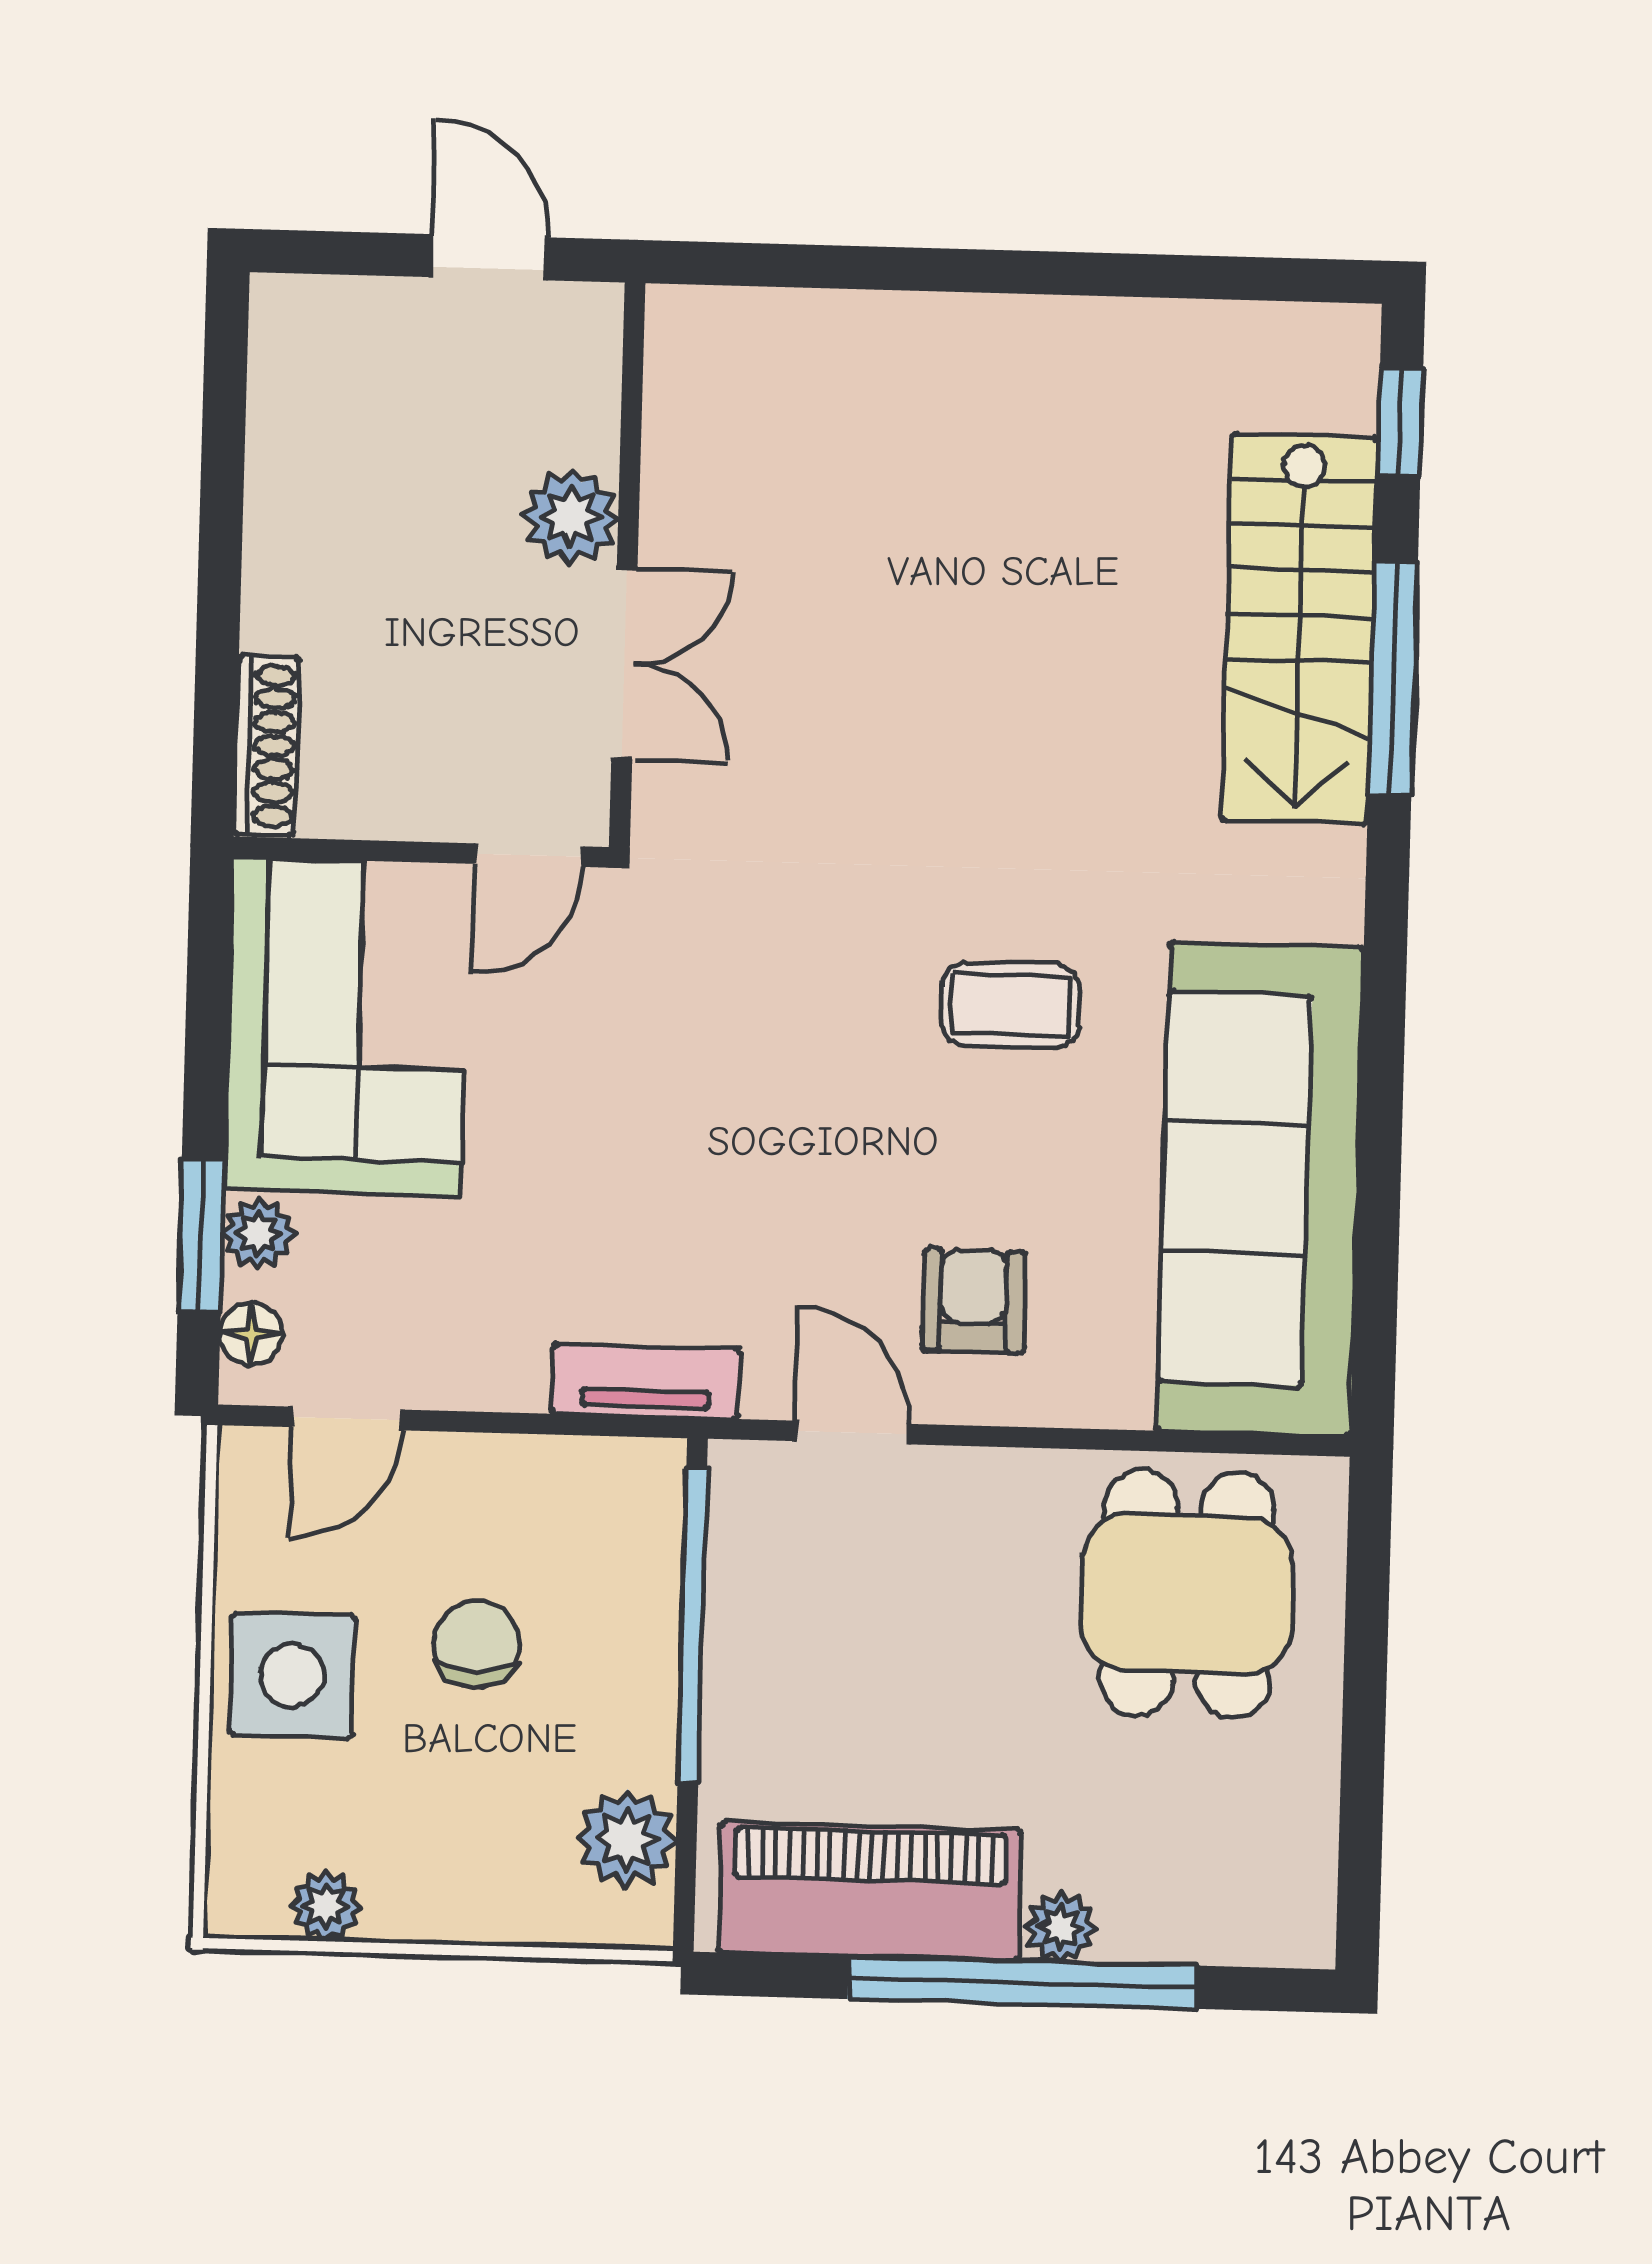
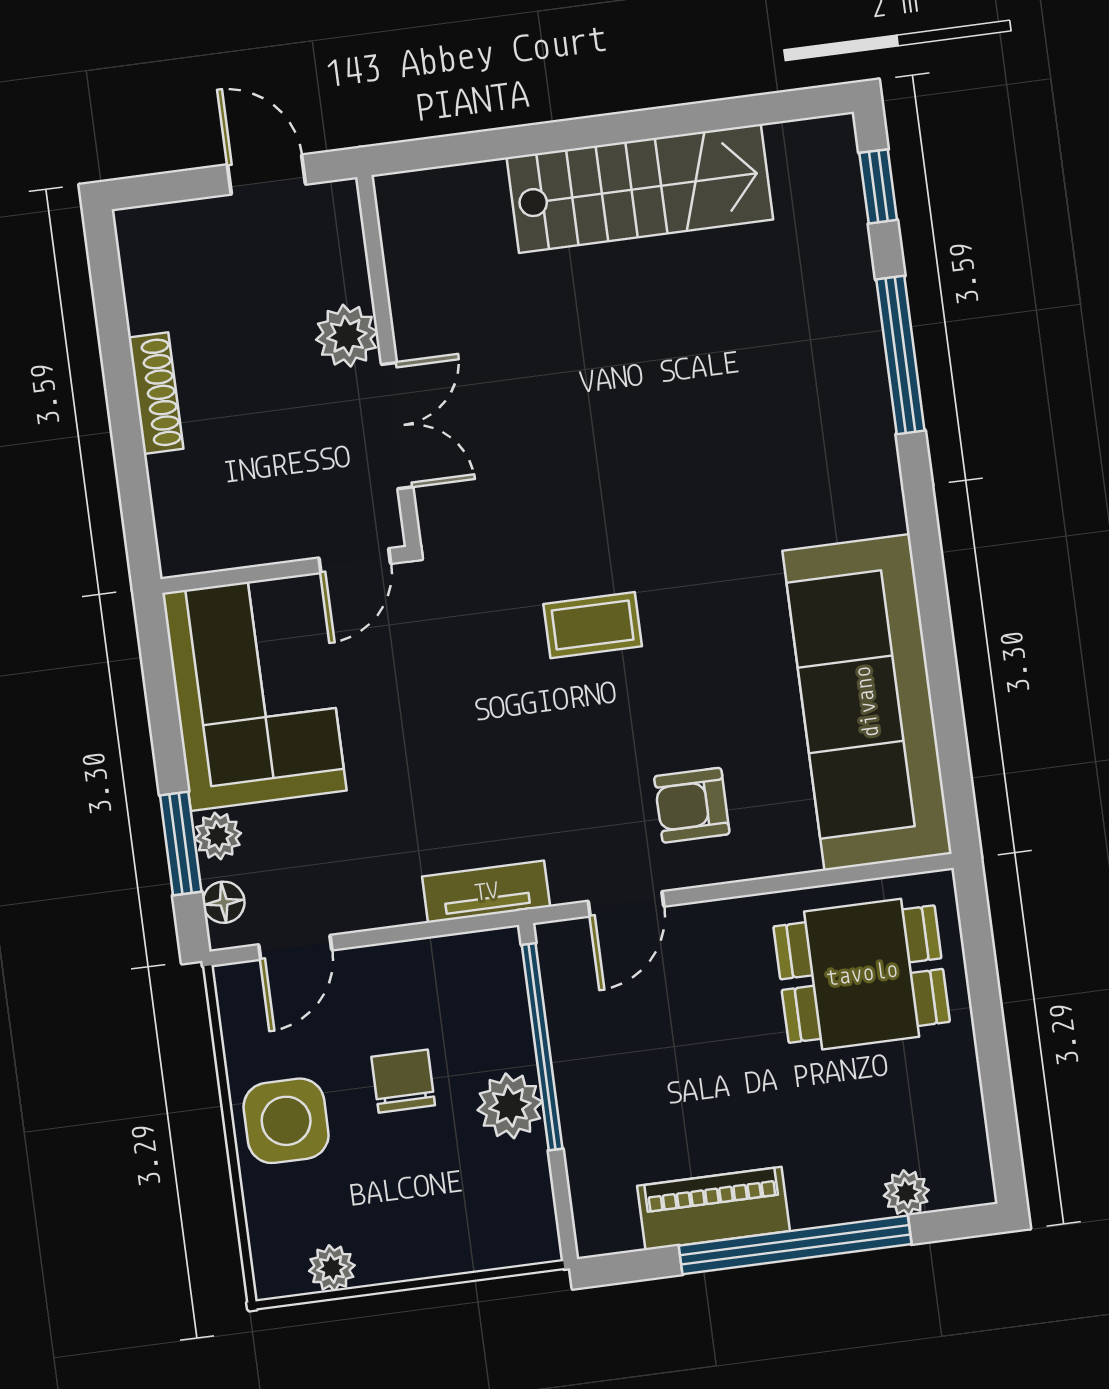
stairs: (1300, 629) -> (640, 188), moved, turned -90
shoe rack: (267, 746) -> (156, 393), moved
coffee table: (1011, 1005) -> (593, 625), moved
armchair: (974, 1301) -> (692, 805), turned -90
door: (852, 1433) -> (626, 904), swing flipped
dining table: (1187, 1594) -> (862, 974), turned 90
plant: (626, 1839) -> (510, 1106), moved
piano: (870, 1891) -> (714, 1208), width x0.73, depth x0.75
plant: (1061, 1927) -> (906, 1193), moved

